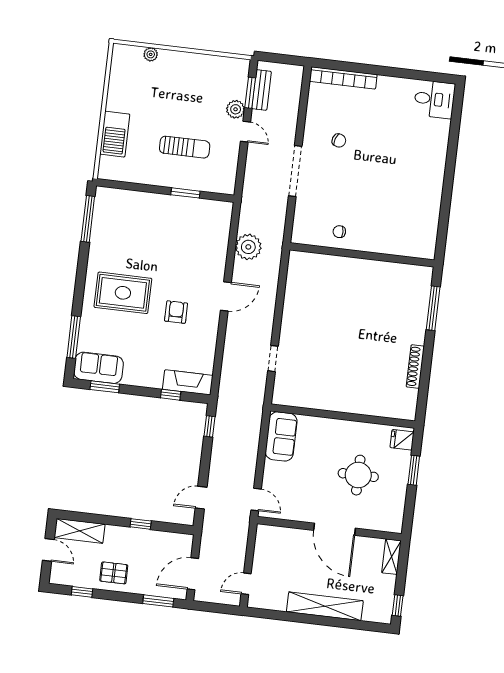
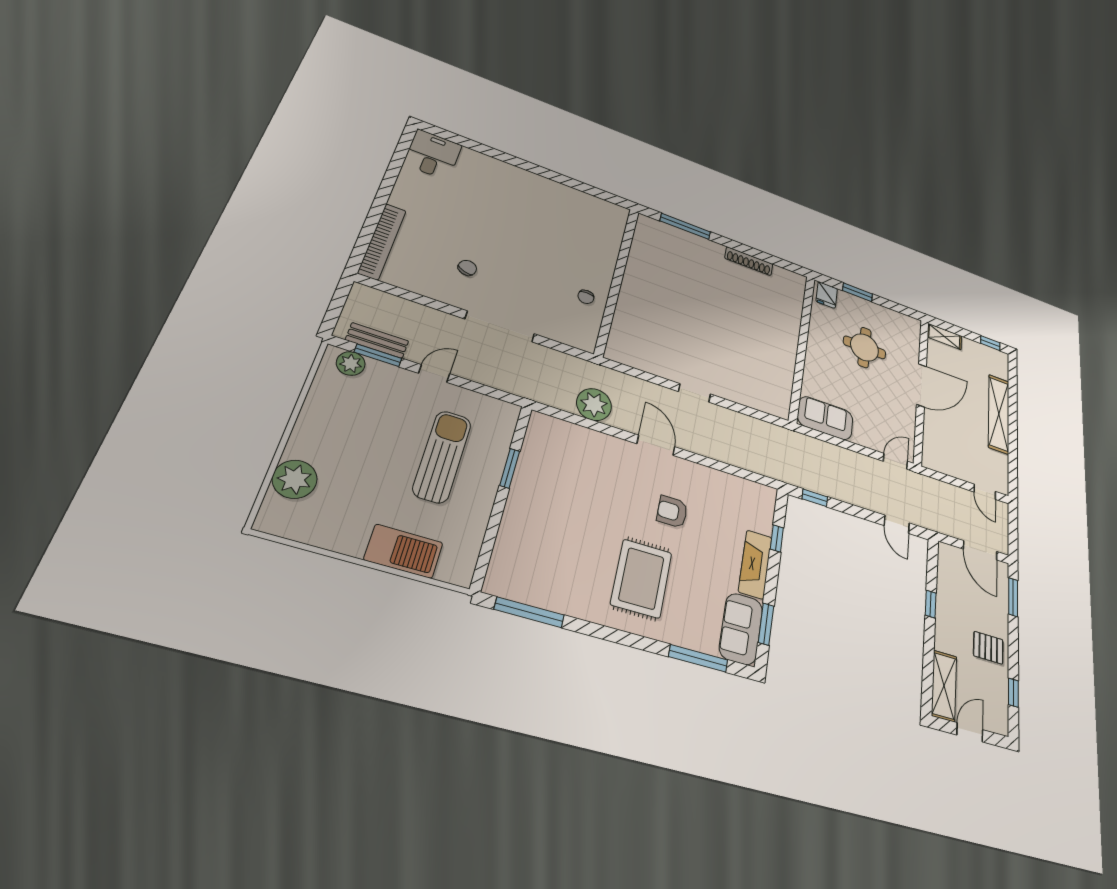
plant: (151, 54) -> (295, 479), width x1.87, depth x1.87
plant: (236, 109) -> (351, 363), moved
sun lounger: (185, 147) -> (442, 456), width x1.36, depth x1.34
doorway: (273, 359) -> (694, 393), moved
fireplace: (188, 382) -> (755, 564), moved
pallet: (114, 573) -> (988, 648), turned 90

